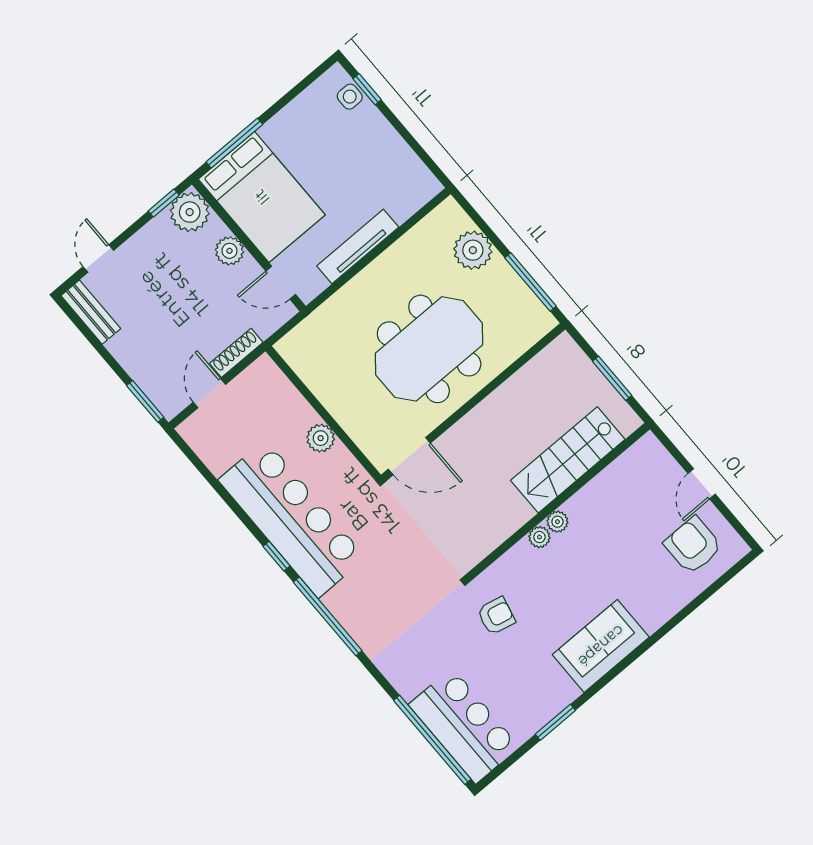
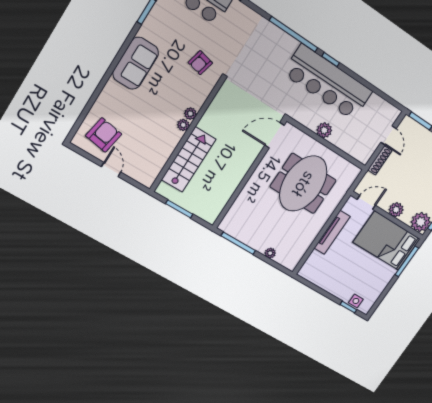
plant: (473, 250) -> (270, 253), width x0.53, depth x0.53
meeting table: (429, 349) -> (303, 184), moved
armchair: (693, 545) -> (104, 135), turned -80

